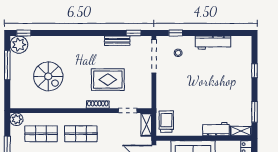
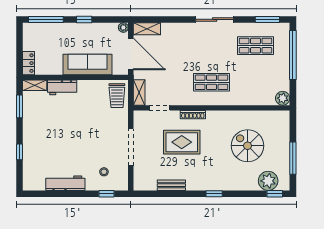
window: (134, 33) -> (214, 194), moved
plant: (19, 45) -> (268, 181), moved
doorway: (154, 56) -> (131, 147), moved
shop shelf: (41, 134) -> (255, 82), removed

